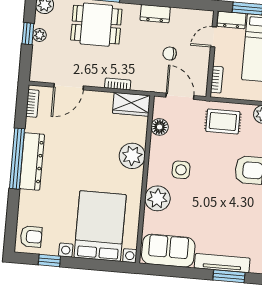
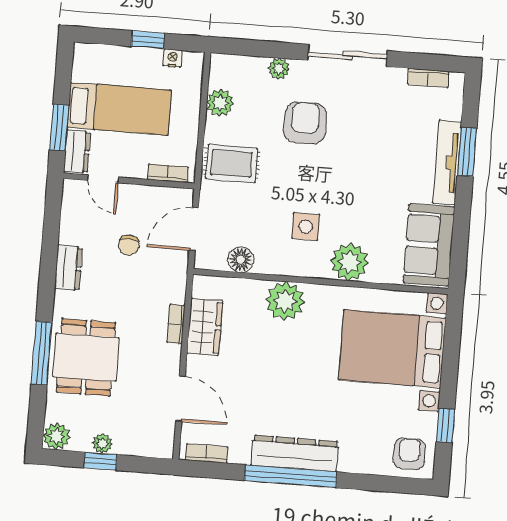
wardrobe: (131, 104) -> (205, 327), moved
rug: (223, 121) -> (232, 163), turned 90

